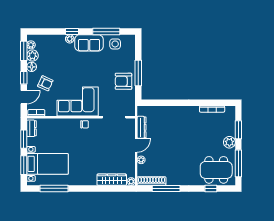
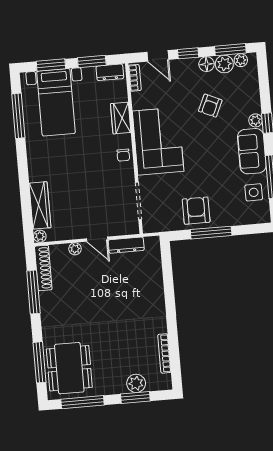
armchair: (45, 83) -> (210, 106), moved
wardrobe: (61, 124) -> (121, 118), added
plant: (229, 142) -> (136, 383), moved
window: (211, 188) -> (39, 362), width x2.17

